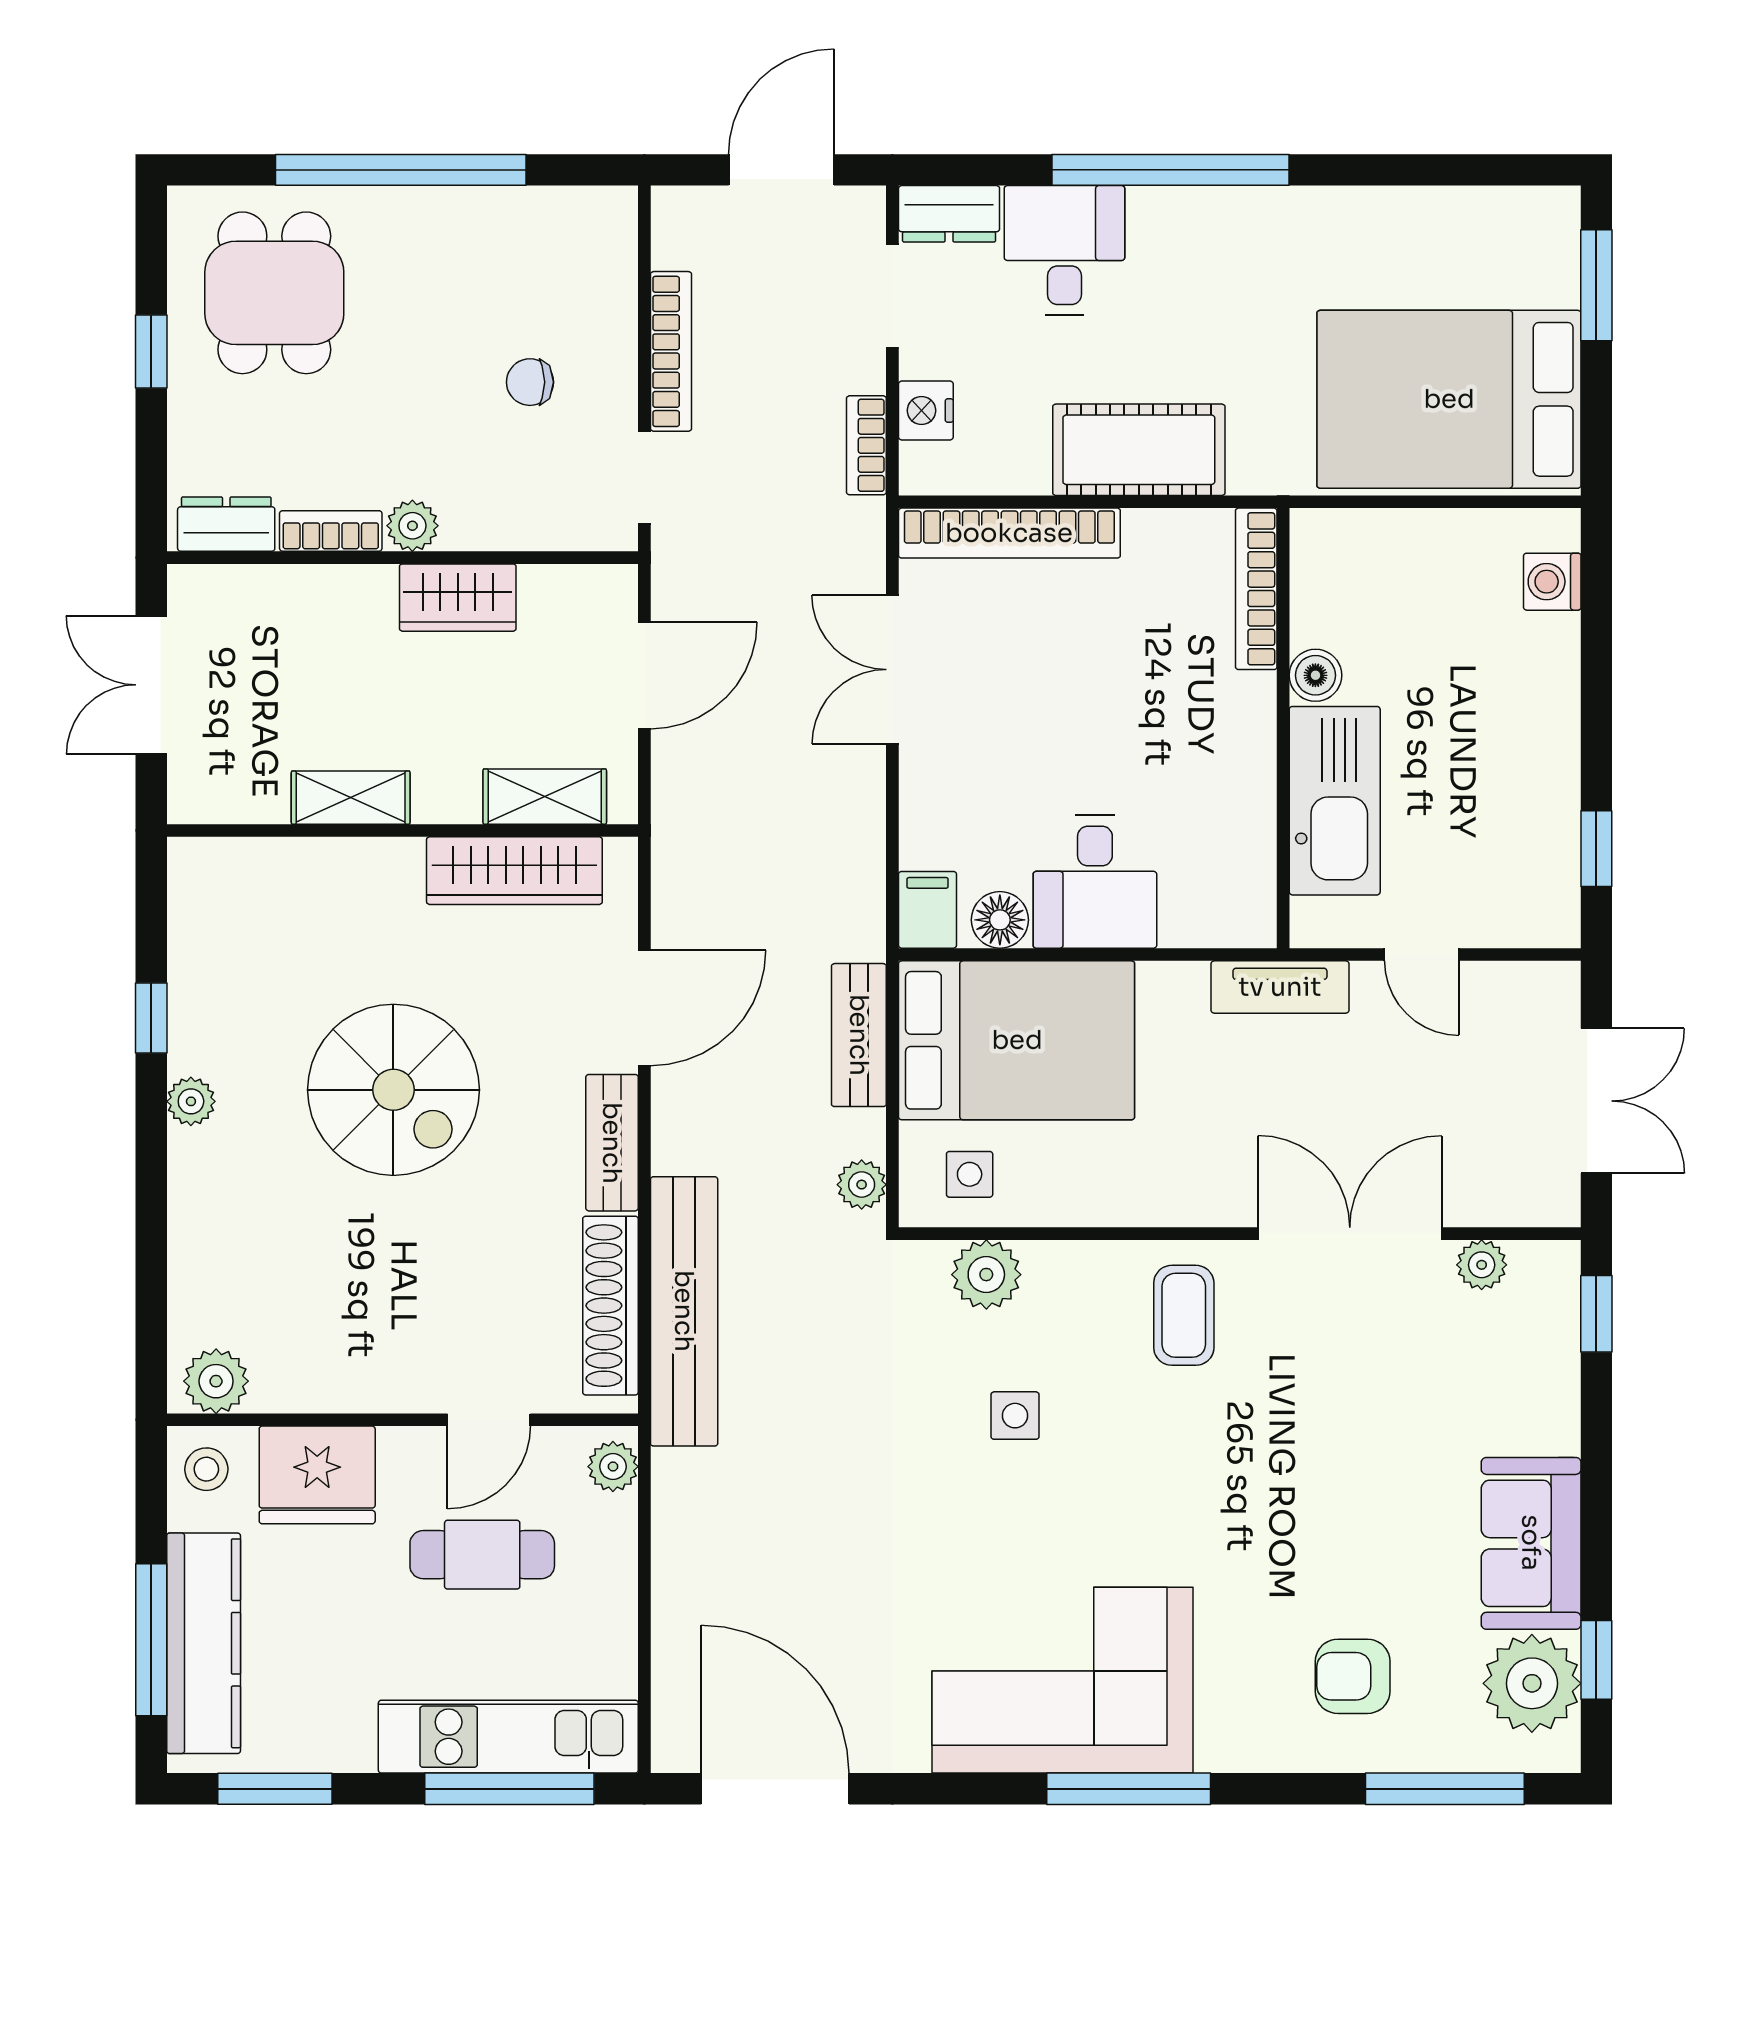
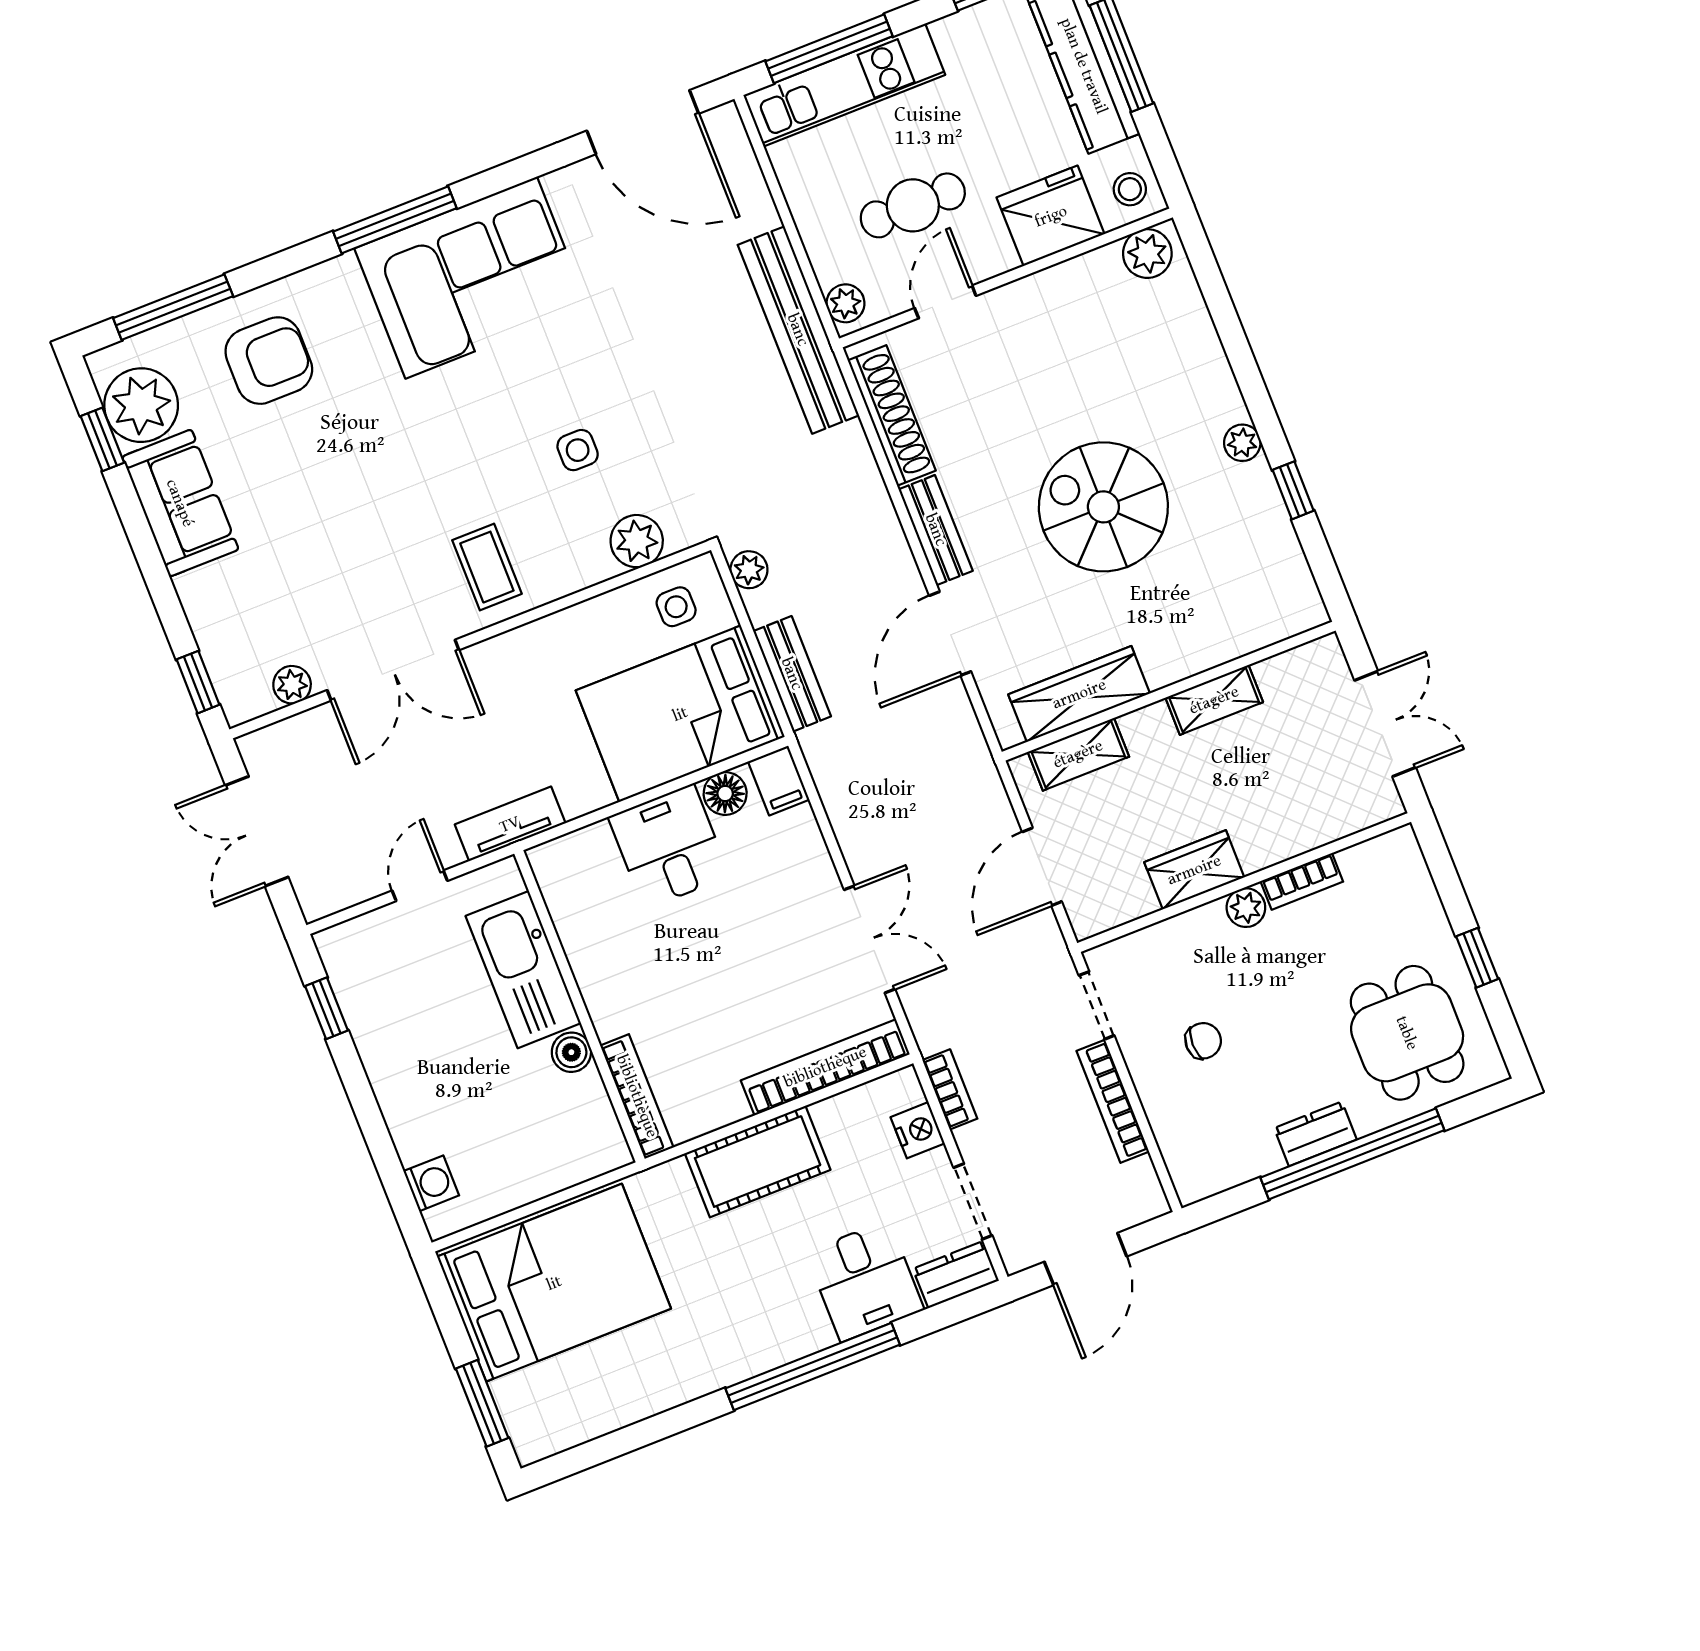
dresser: (226, 524) -> (1315, 1134), moved, turned 180
door: (1422, 955) -> (420, 886), hinge flipped
bench: (684, 1311) -> (798, 330), moved
armchair: (1353, 1676) -> (269, 361), width x1.38, depth x1.38

